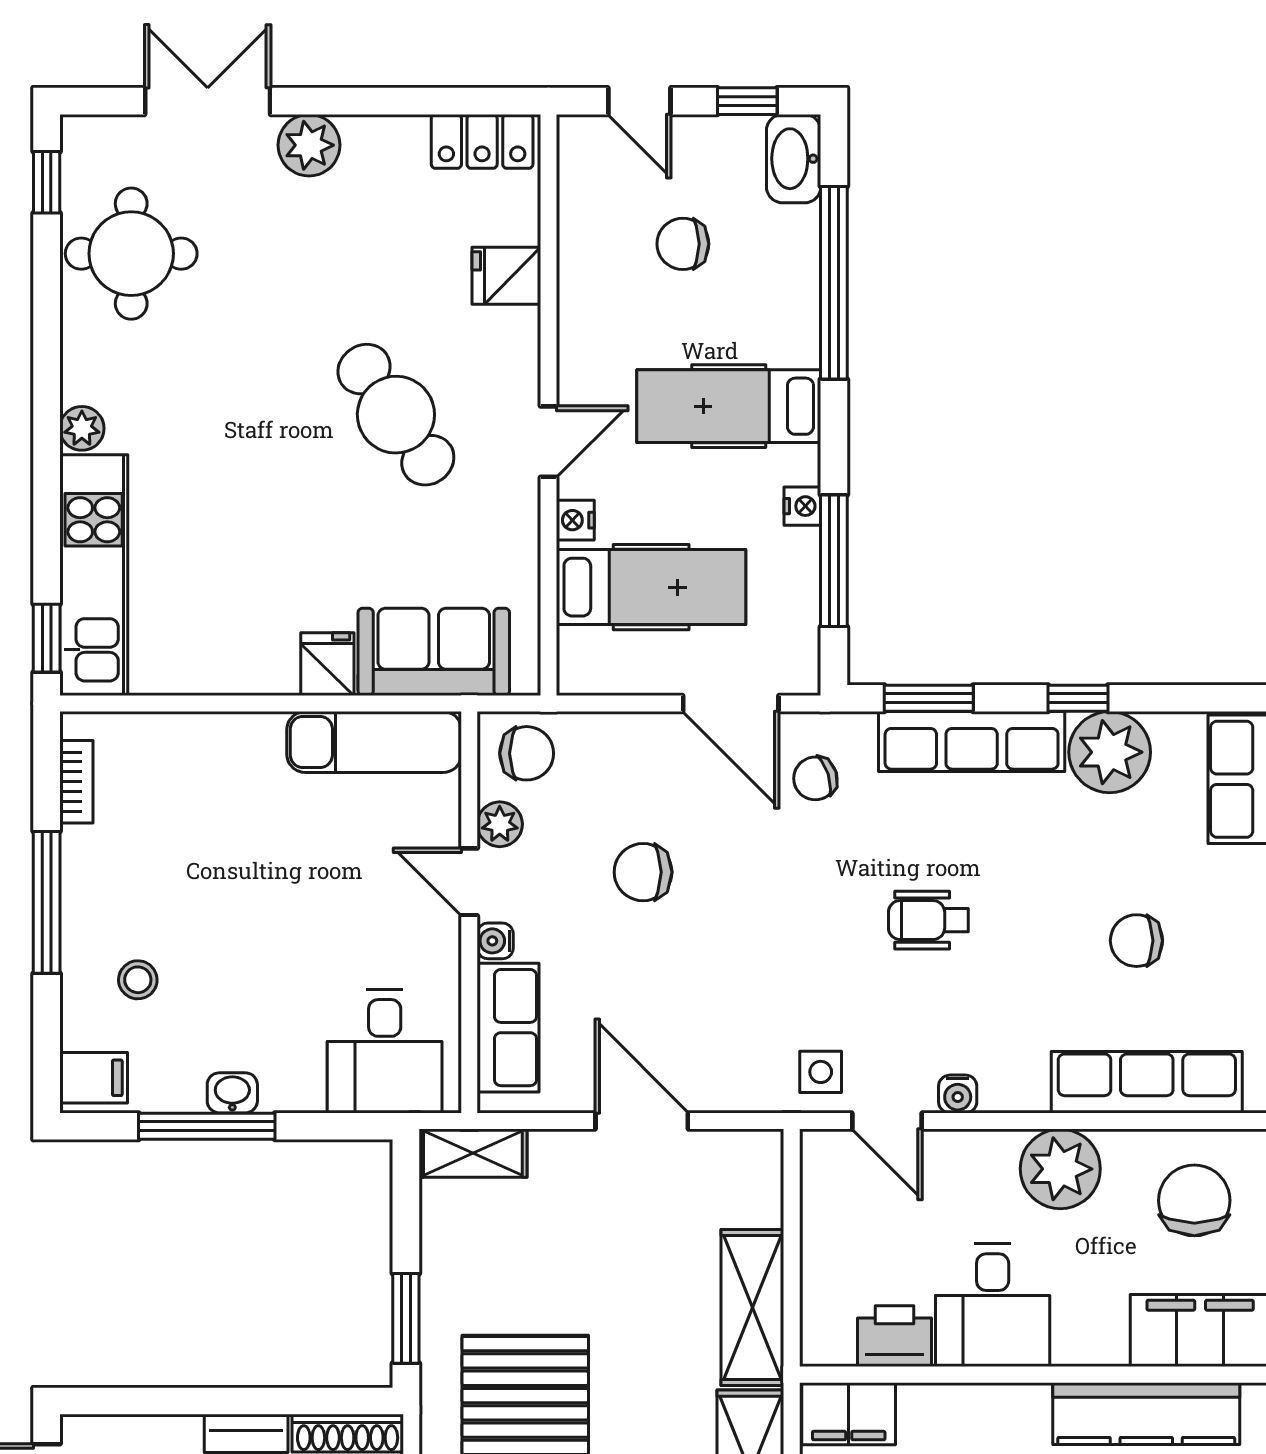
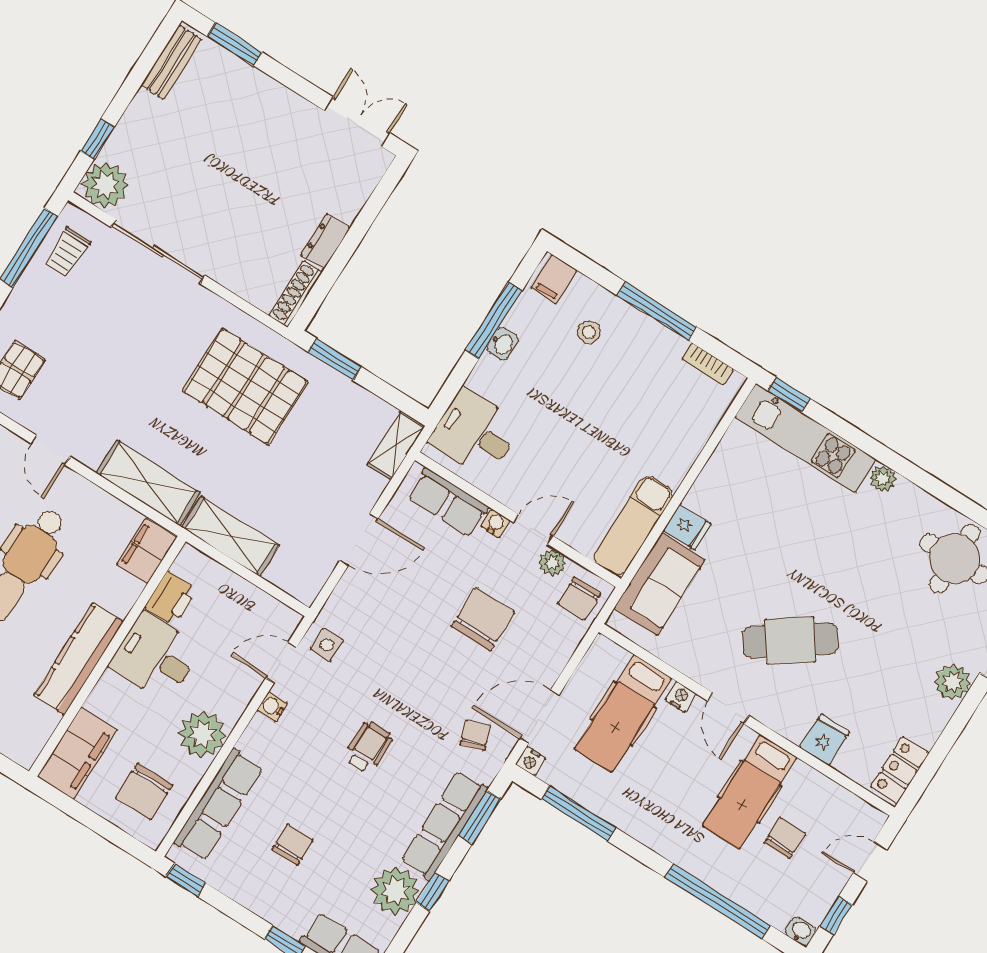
washbasin: (794, 159) -> (800, 931), width x0.52, depth x0.69
hospital bed: (729, 406) -> (750, 792), moved, turned 180
nightstand: (802, 506) -> (531, 761), moved
chair: (643, 872) -> (483, 619), width x1.37, depth x1.37
chair: (1194, 1200) -> (144, 791), turned 90
kitchen counter: (1146, 1414) -> (78, 659), moved

